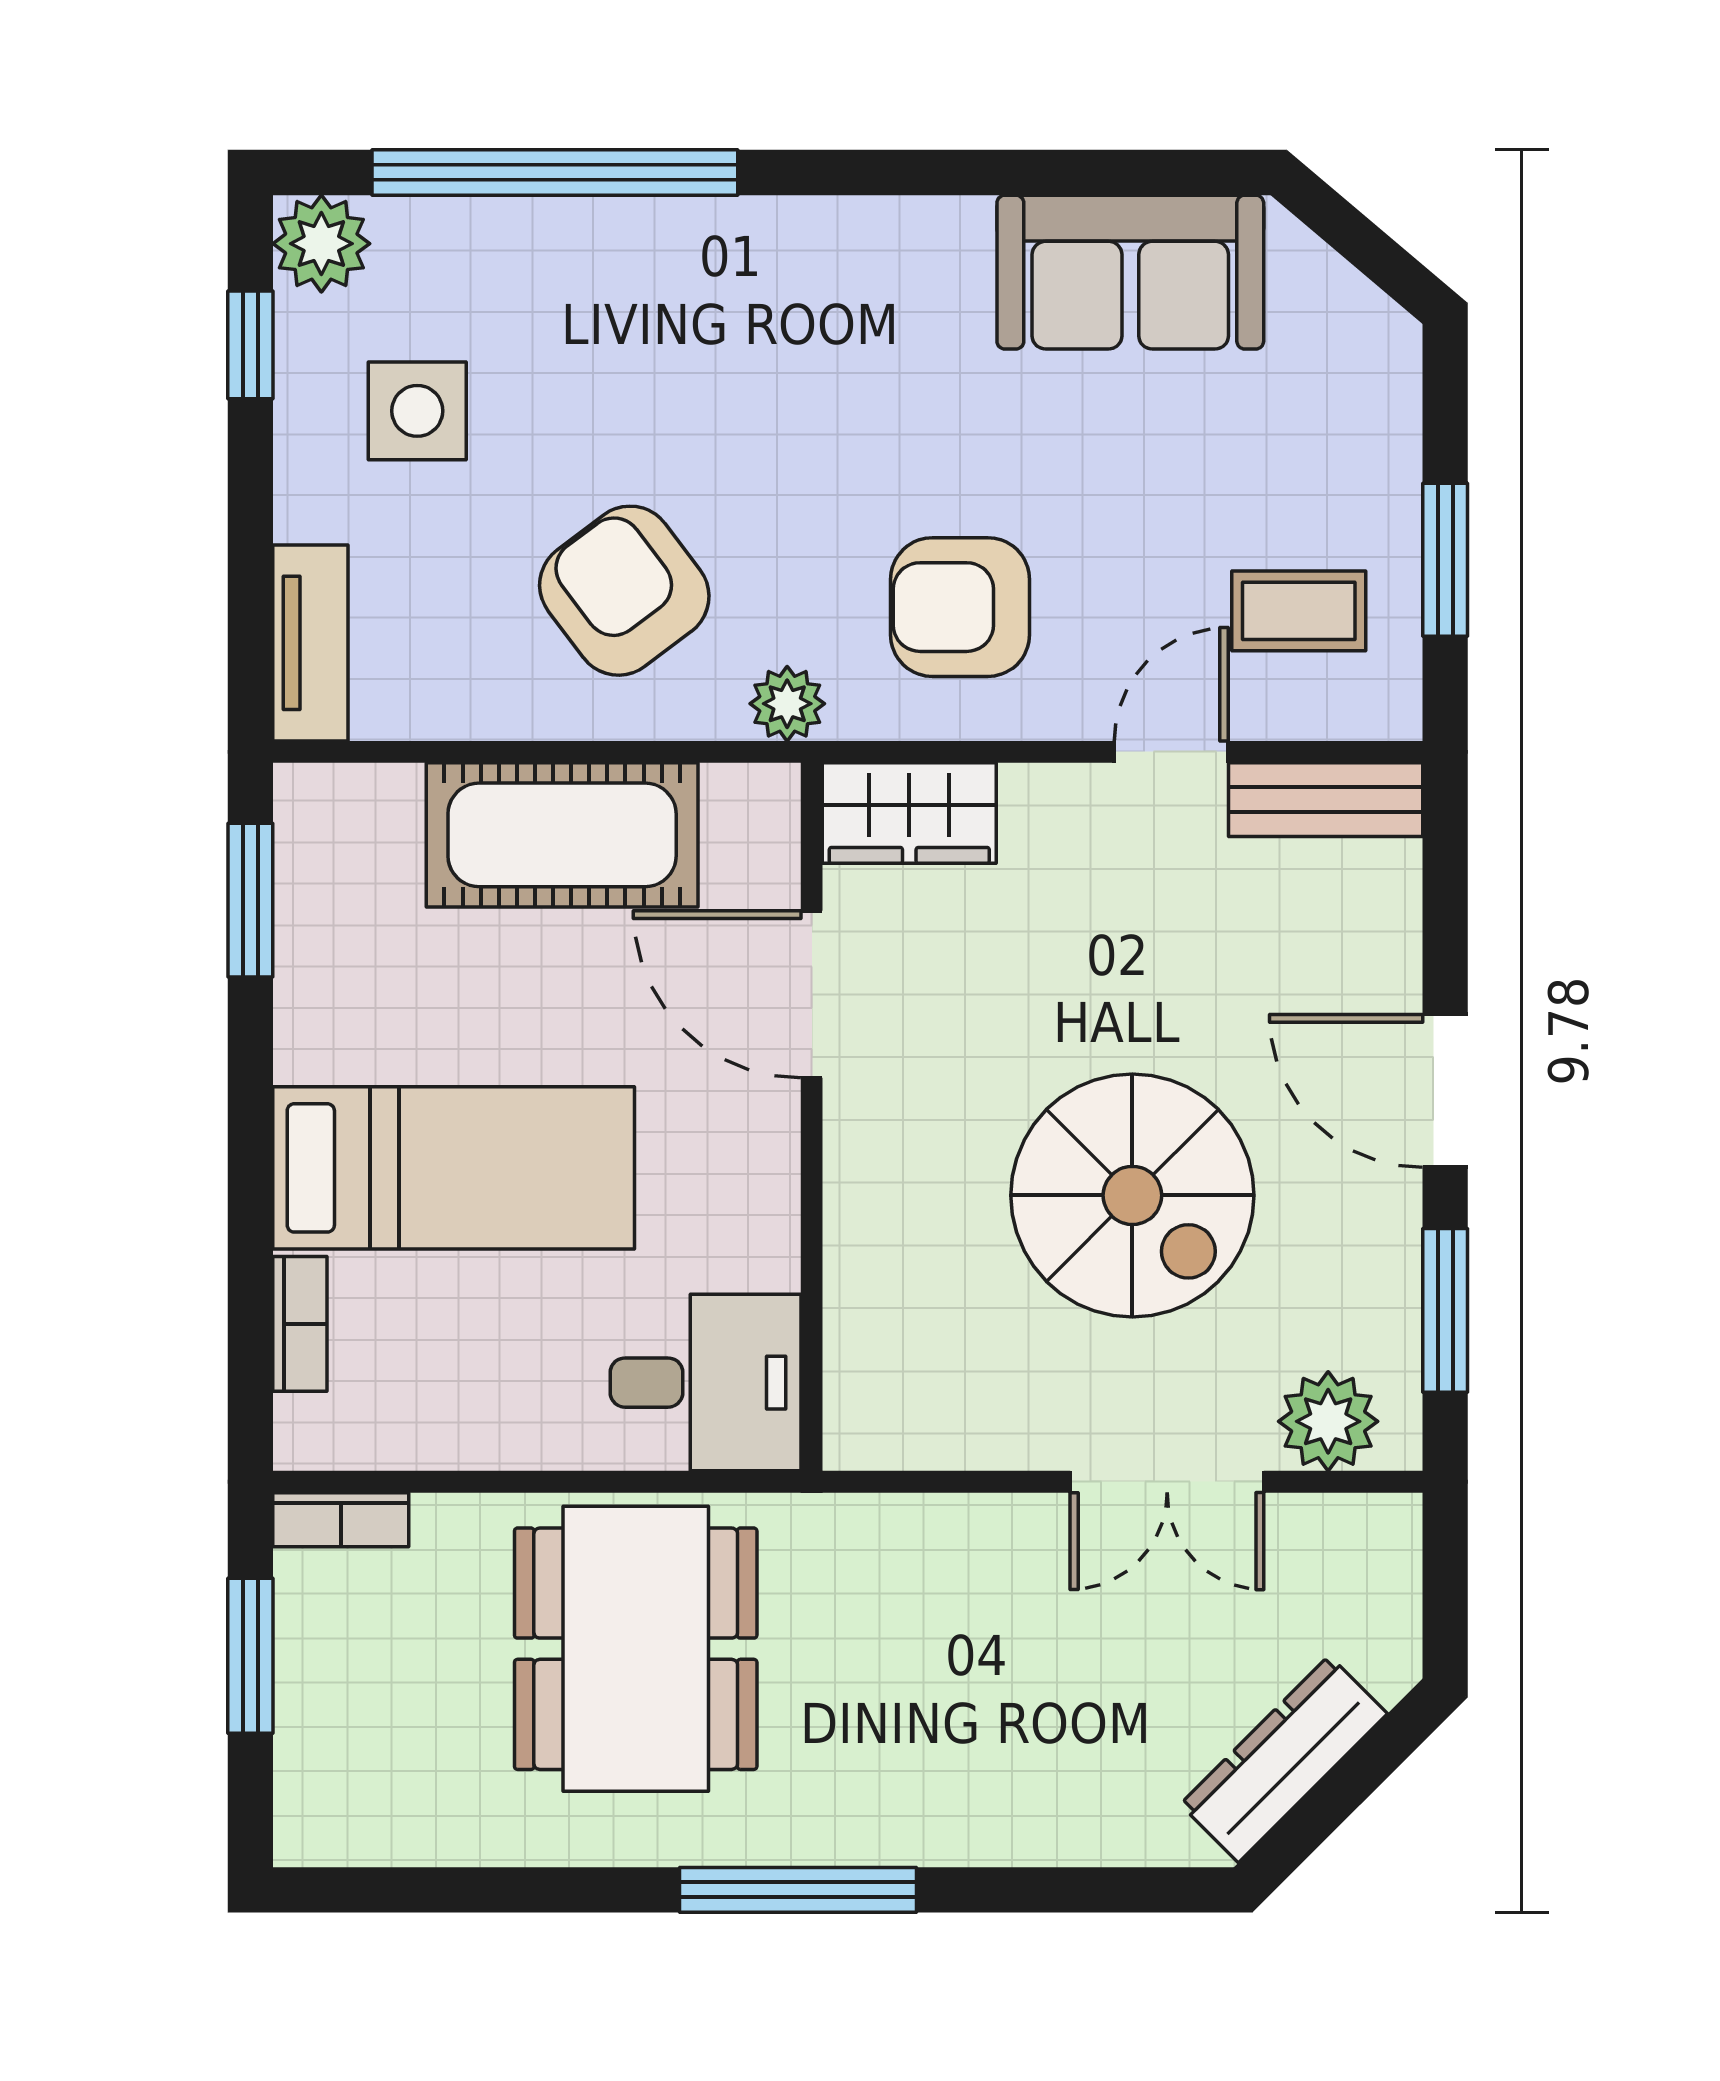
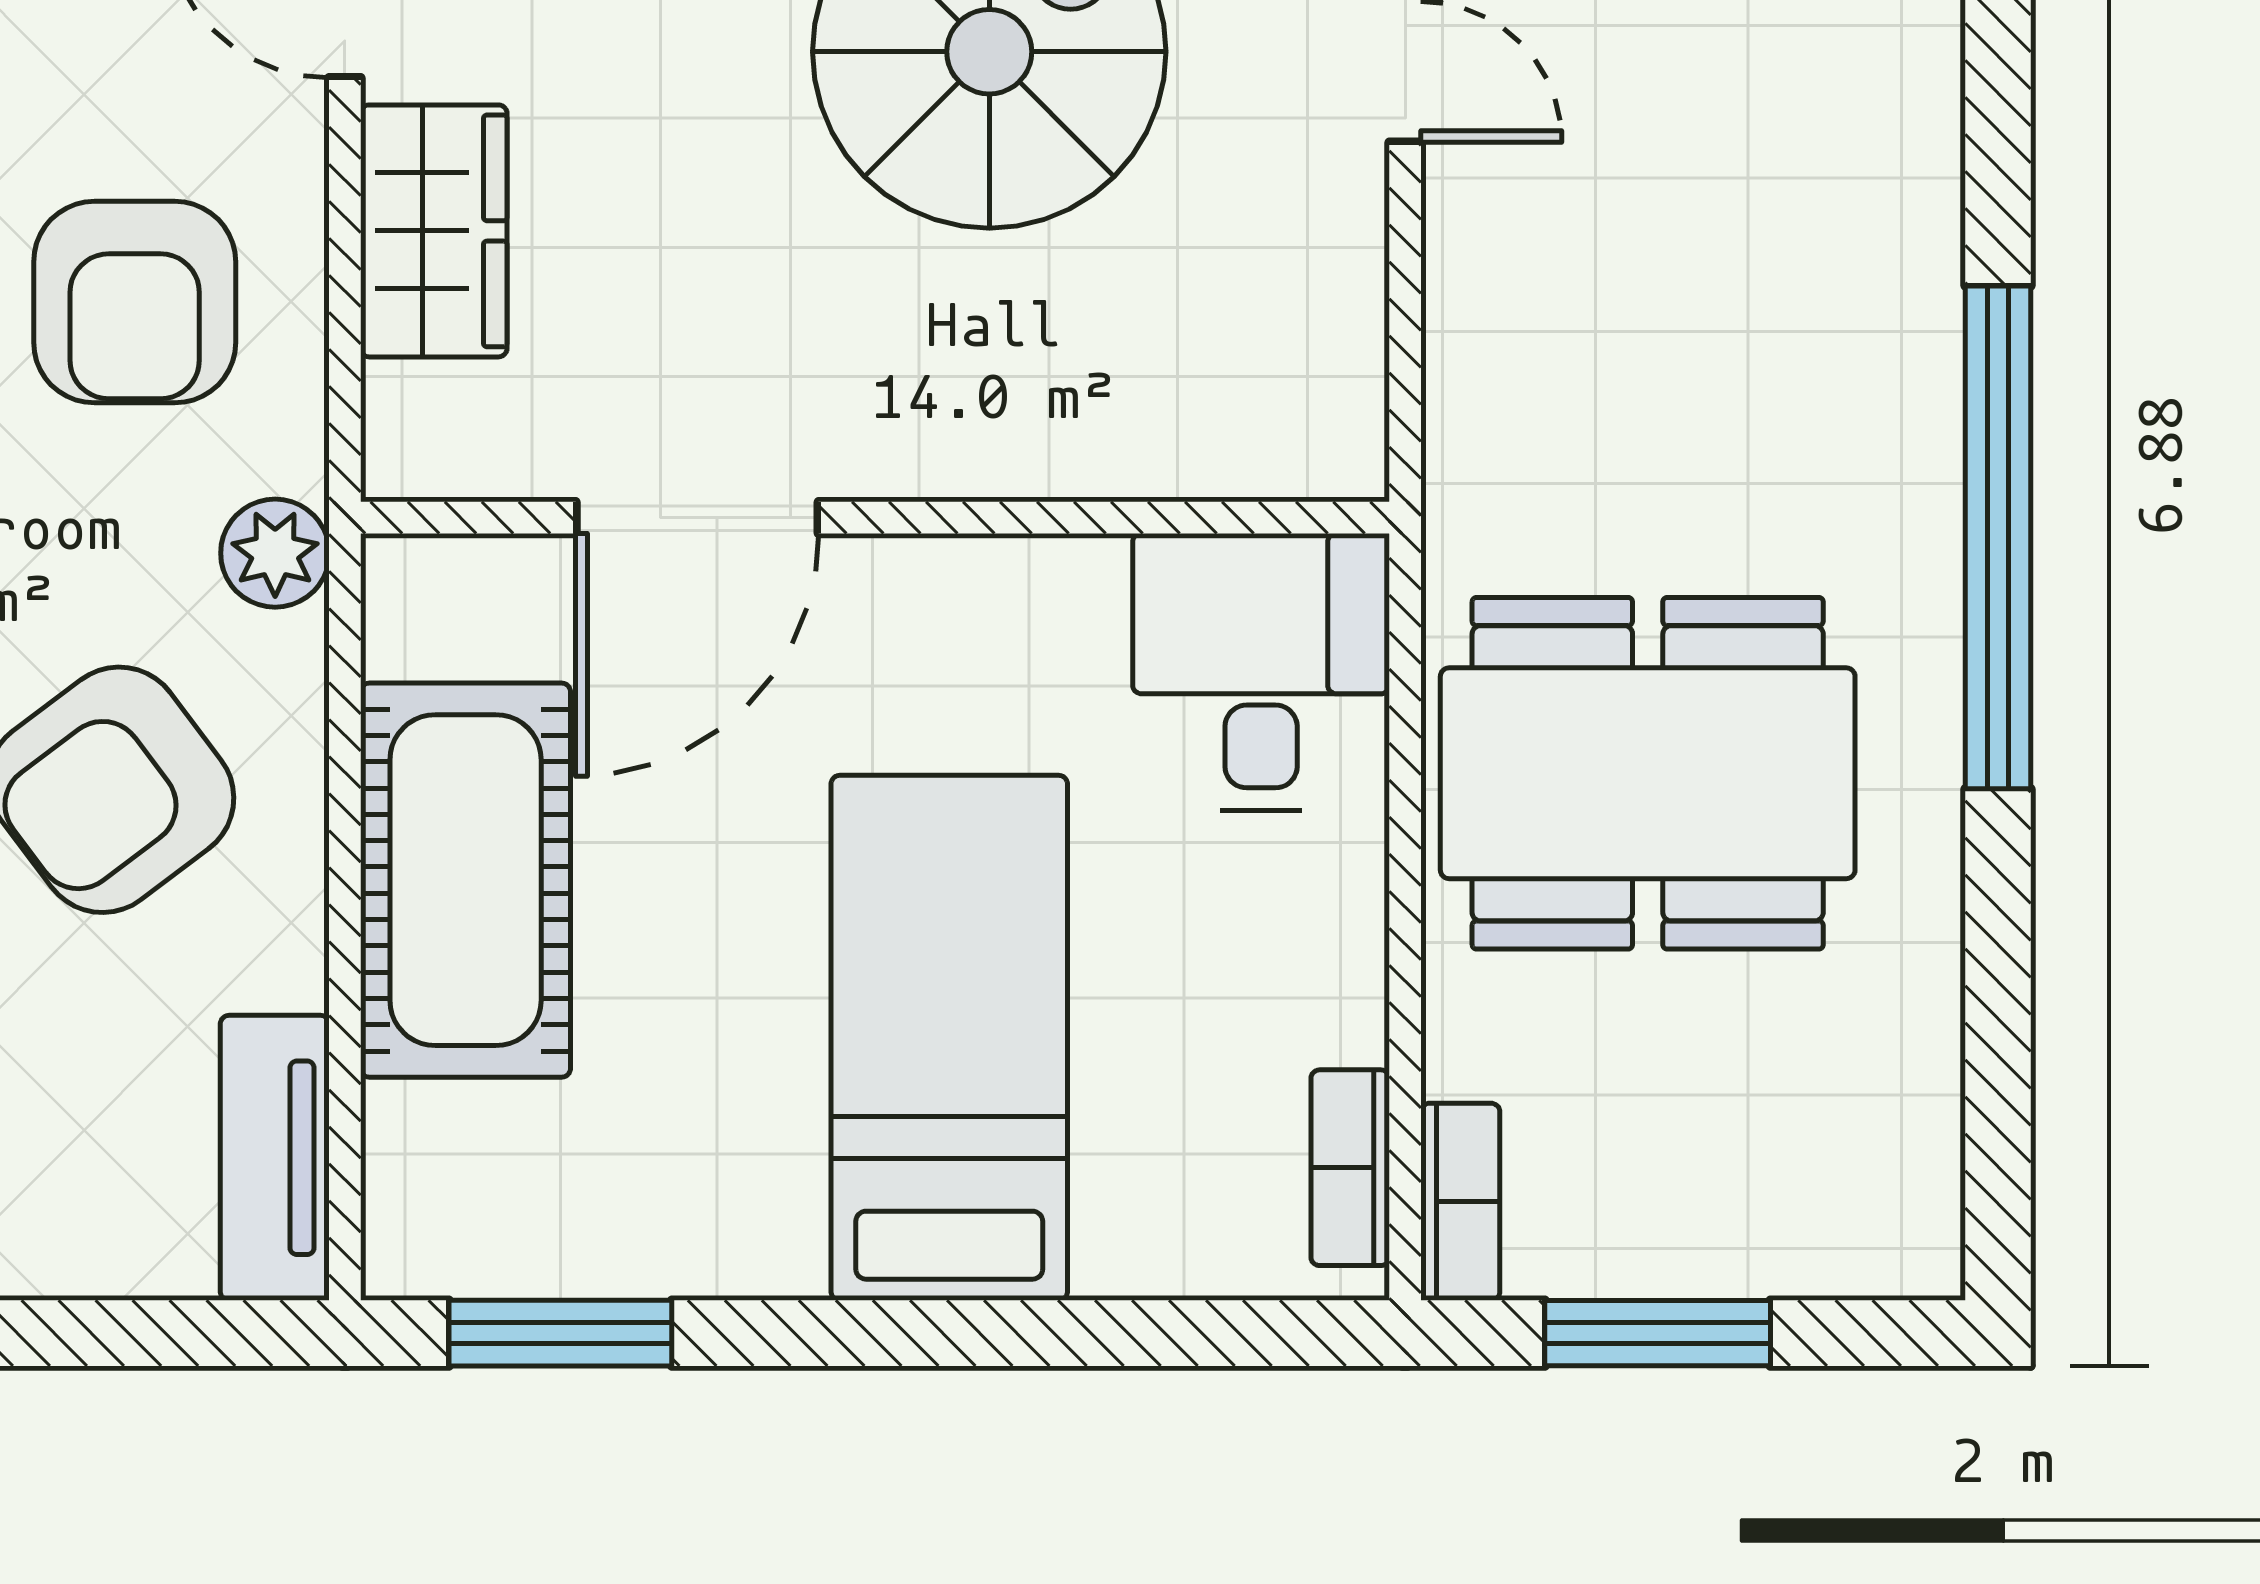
tv unit: (310, 643) -> (275, 1158), moved, turned -90
wardrobe: (909, 813) -> (434, 231), moved
bookcase: (300, 1324) -> (1350, 1168), moved, turned -90
window: (798, 1890) -> (1998, 537), width x1.46

